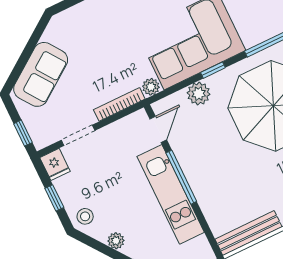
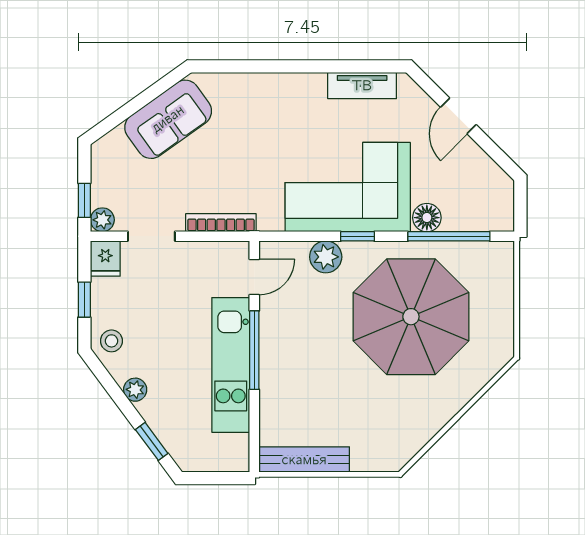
floor lamp: (252, 36) -> (427, 218), added
sofa: (41, 74) -> (168, 119), moved
plant: (151, 87) -> (102, 220), moved

